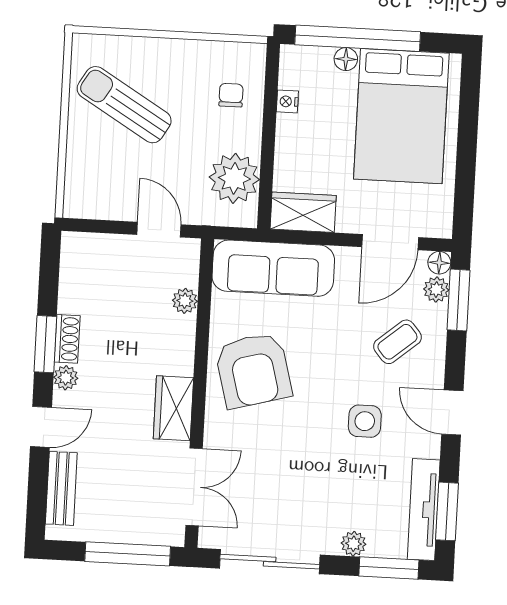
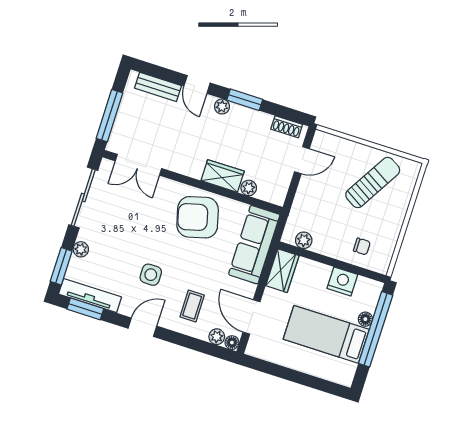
nightstand: (287, 101) -> (342, 281), width x1.89, depth x1.79
bed: (401, 116) -> (326, 334), width x0.67
plant: (234, 178) -> (304, 240), width x0.53, depth x0.53
door: (159, 230) -> (302, 160), moved
window: (458, 300) -> (207, 348), removed
shoe rack: (67, 339) -> (287, 127), moved
coffee table: (397, 342) -> (192, 306), turned 40
wardrobe: (173, 408) -> (223, 176), moved

